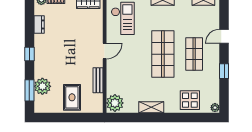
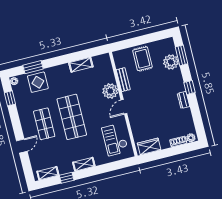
dresser: (39, 24) -> (184, 100), moved
window: (224, 71) -> (10, 98), moved
plant: (115, 103) -> (110, 91), moved
shelving: (151, 107) -> (81, 65), moved
window: (191, 118) -> (33, 67), added

